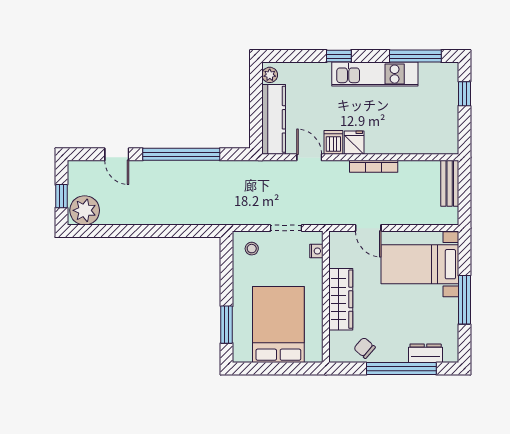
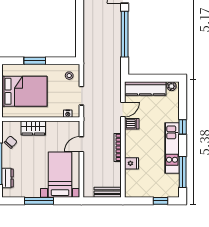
fridge: (354, 143) -> (132, 163), moved
wardrobe: (341, 299) -> (33, 128), width x0.67
window: (227, 325) -> (35, 61), moved

